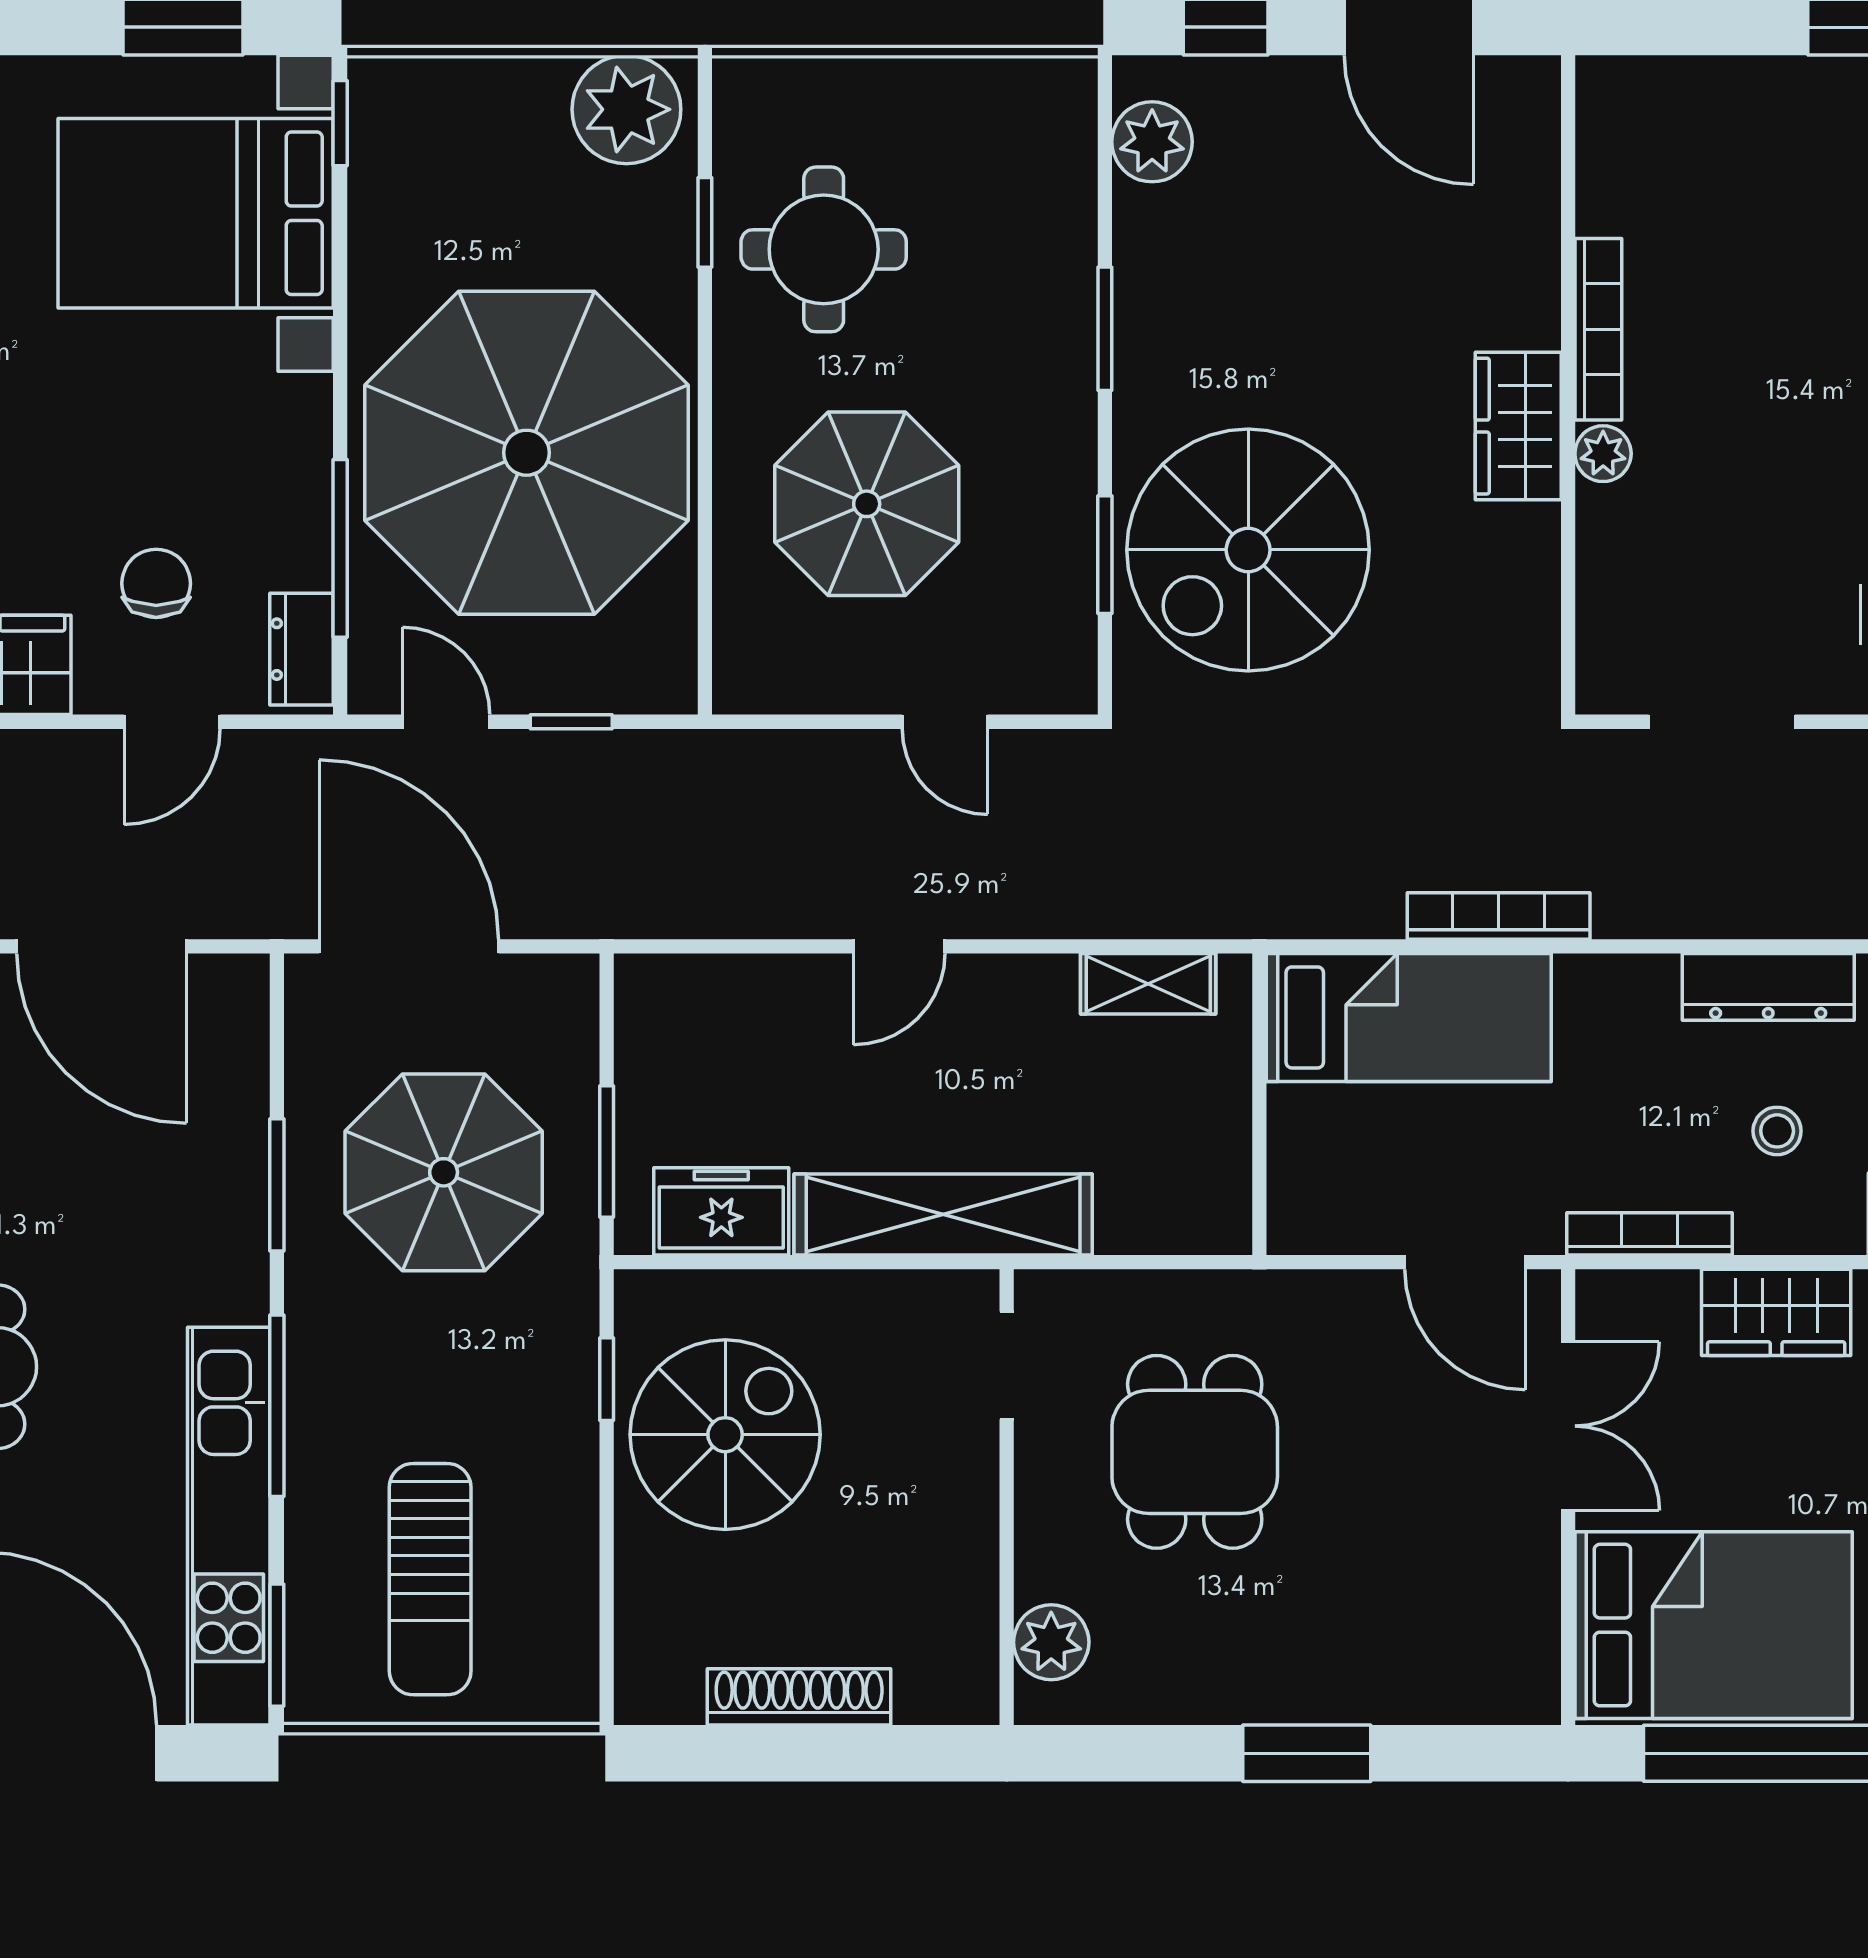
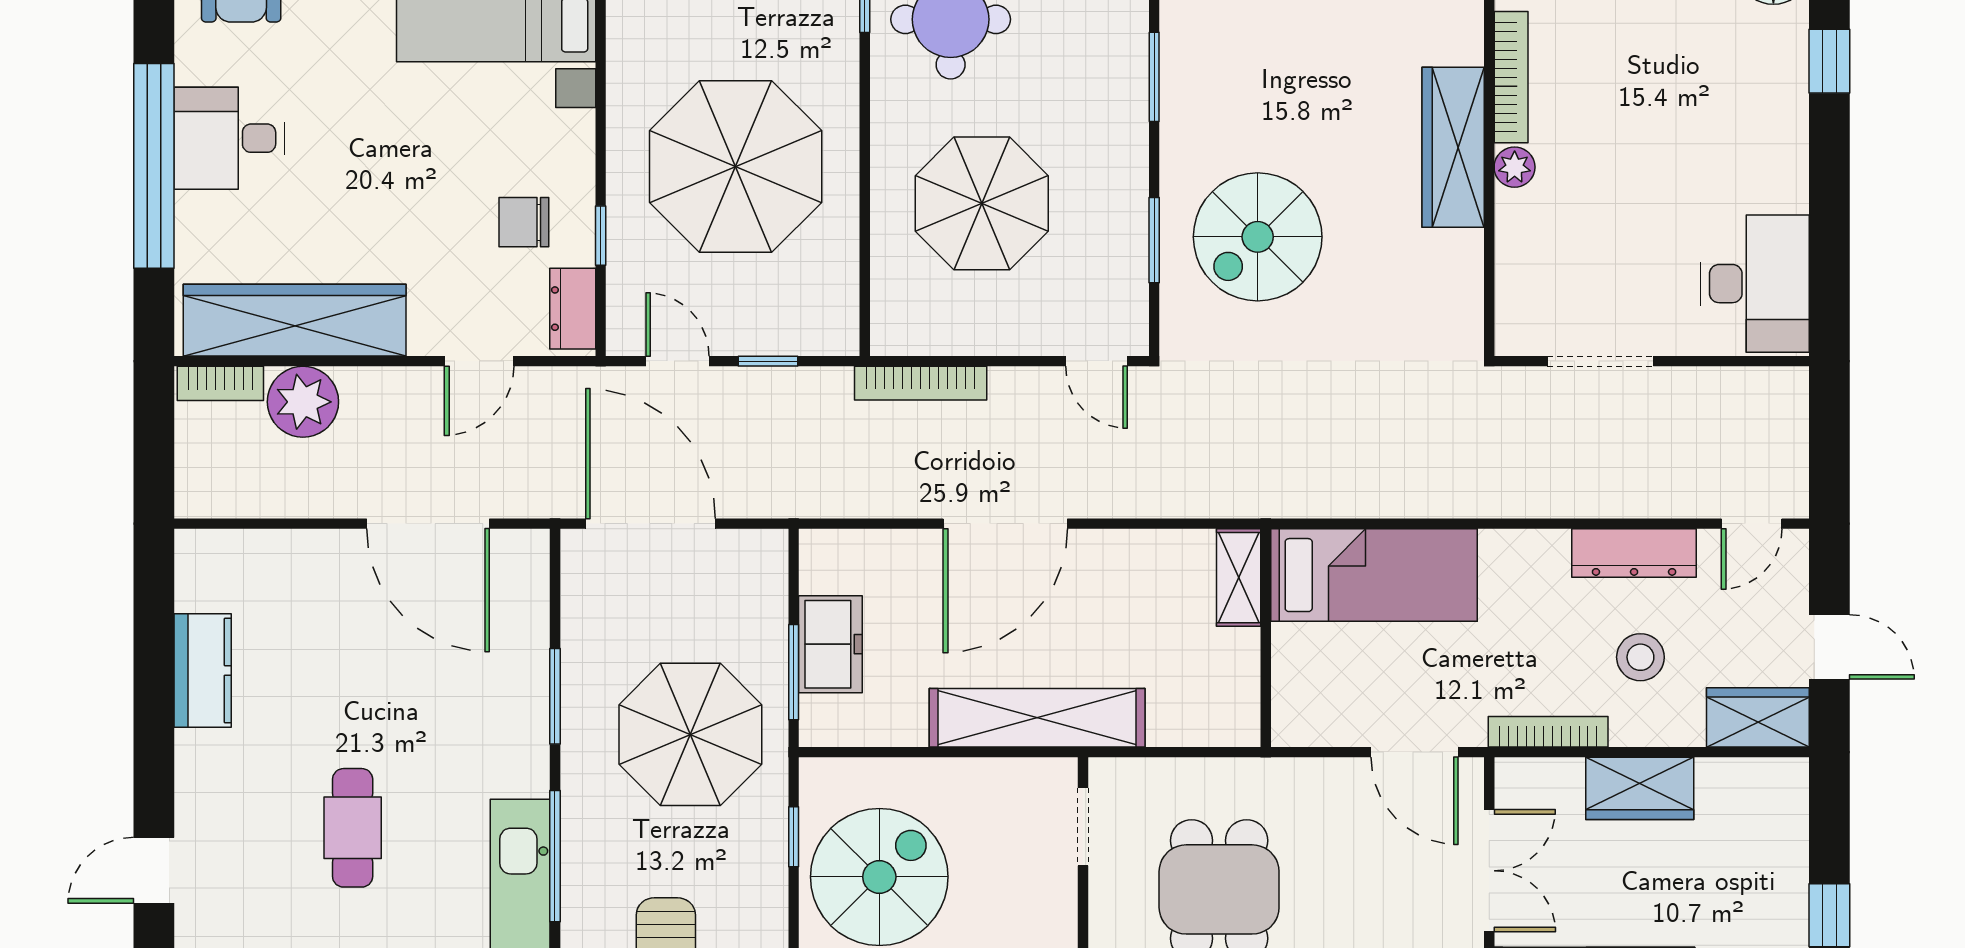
wardrobe: (1518, 426) -> (1453, 147), width x1.50
parasol: (526, 453) -> (736, 166), width x0.73, depth x0.73
window: (340, 548) -> (601, 236), width x0.46
spiral stairs: (1248, 550) -> (1258, 237), width x0.73, depth x0.73
chair: (156, 583) -> (524, 222), moved, turned -90
door: (945, 722) -> (1096, 361), moved
bookcase: (1499, 916) -> (921, 383), moved, turned 180
door: (899, 946) -> (1005, 524), width x1.87
shelving: (1148, 984) -> (1239, 578), moved, turned 90
stool: (1777, 1131) -> (1640, 657), width x1.37, depth x1.37
parasol: (444, 1172) -> (690, 734), moved
freezer: (721, 1211) -> (830, 644), moved, turned 90

